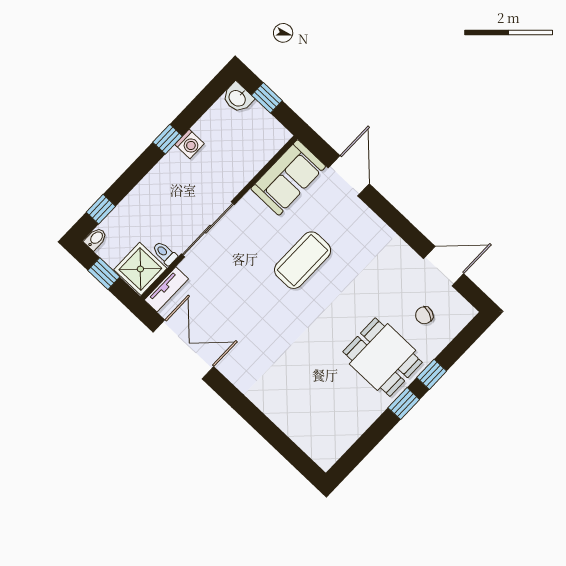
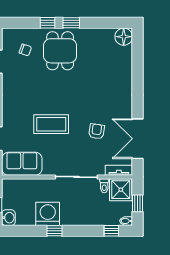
washing machine: (189, 144) -> (48, 214), width x1.89, depth x1.89
armchair: (241, 308) -> (97, 131), added
floor lamp: (325, 452) -> (124, 37), added

